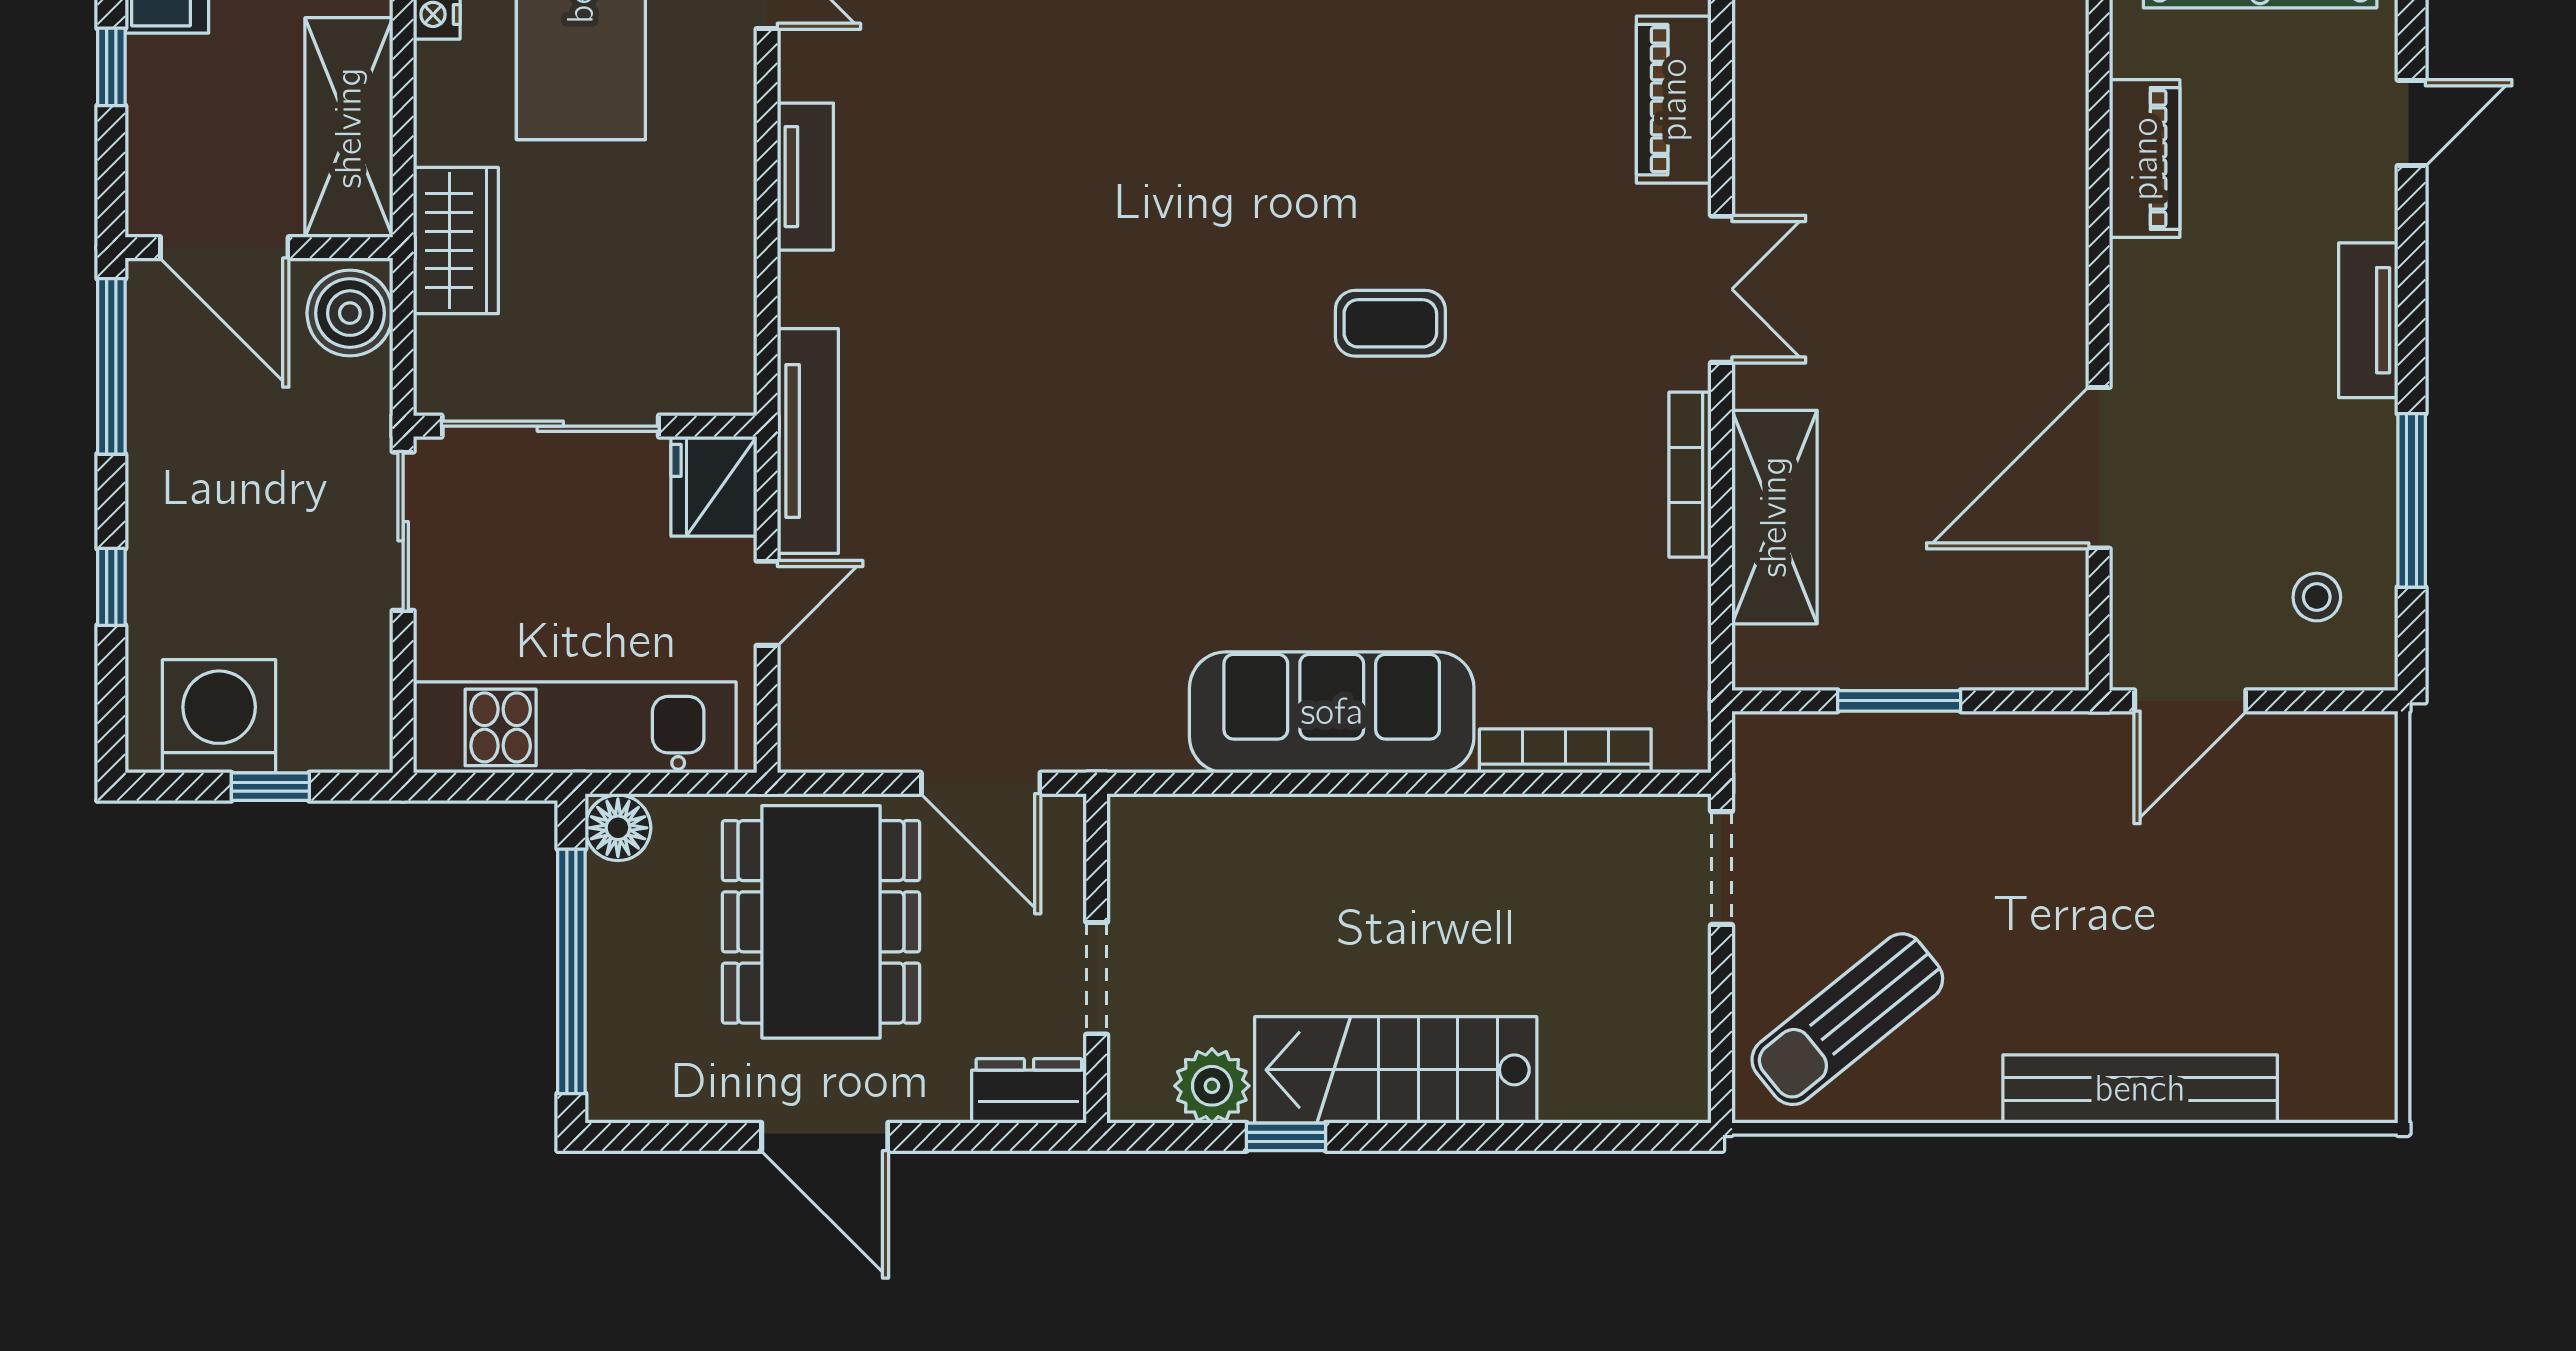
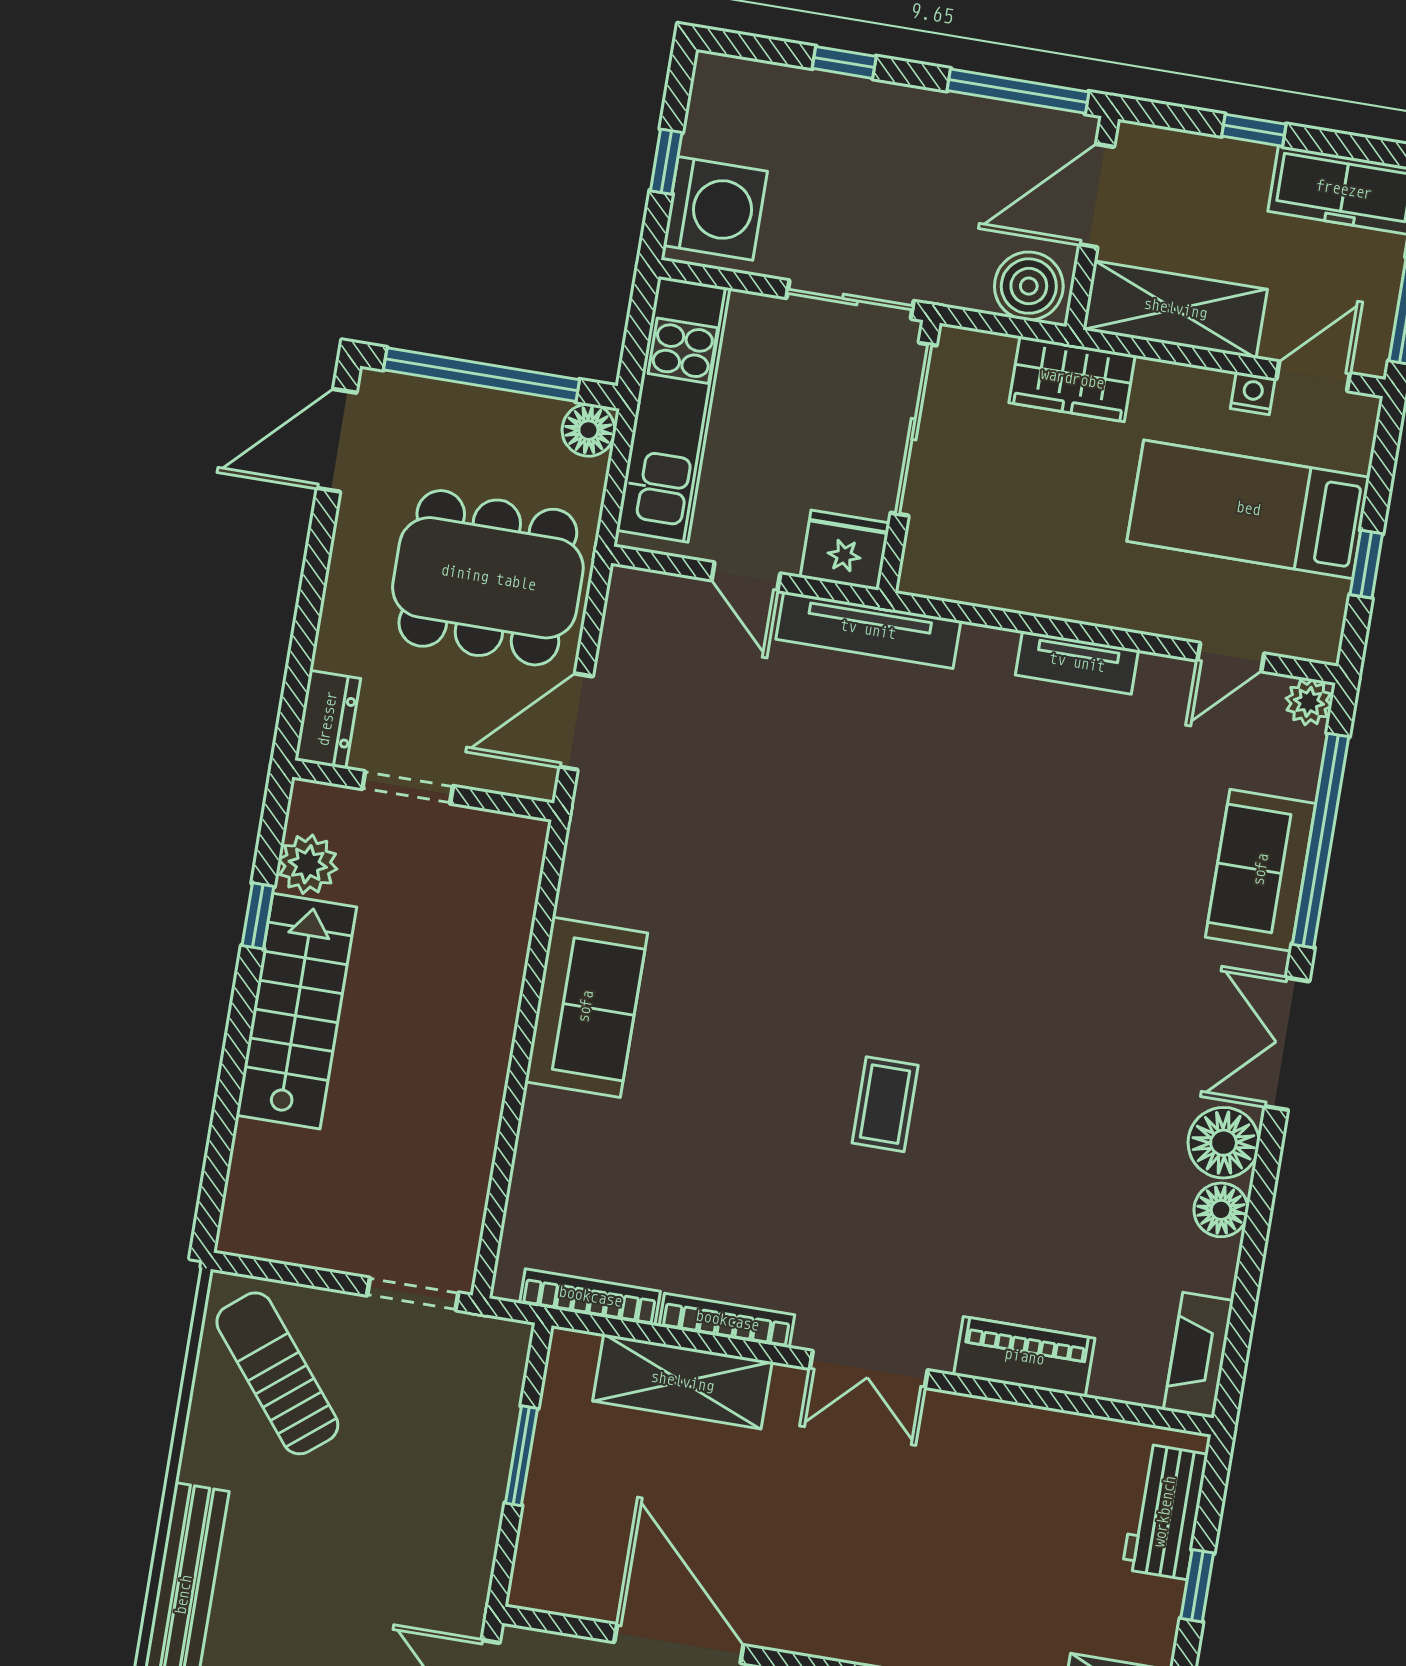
sofa: (1332, 712) -> (586, 1007), width x0.73
washing machine: (219, 716) -> (715, 208), moved
bookcase: (1565, 751) -> (590, 1297), moved, turned -90
door: (825, 1137) -> (337, 440), moved

